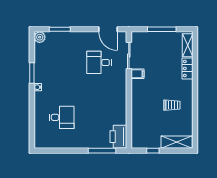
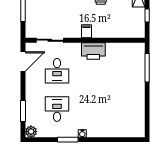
filing cabinet: (138, 74) -> (86, 31), moved
desk: (62, 117) -> (57, 109), moved
printer: (118, 137) -> (93, 51), moved

